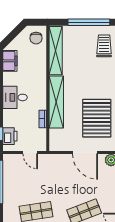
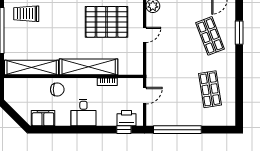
chair: (36, 38) -> (57, 89), moved
door: (85, 153) -> (145, 35), width x0.53

